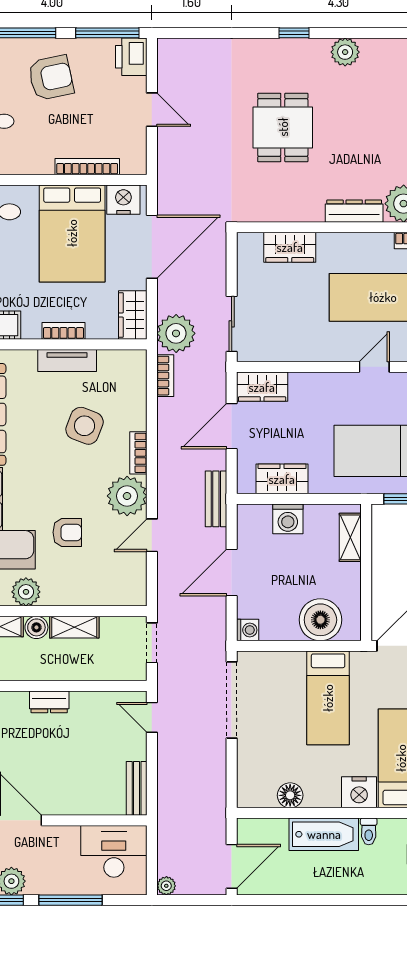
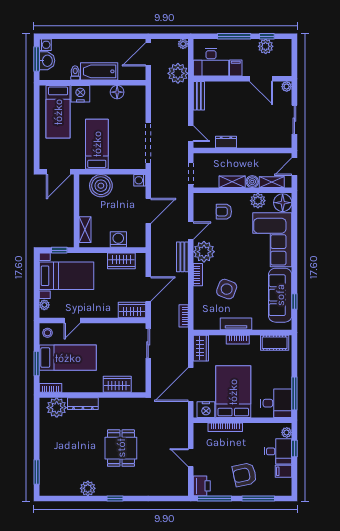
plant: (176, 333) -> (178, 73), moved
bench: (216, 499) -> (182, 257), moved
armchair: (67, 532) -> (224, 212), moved
dresser: (49, 702) -> (226, 142), moved
filing cabinet: (67, 841) -> (236, 68), added

